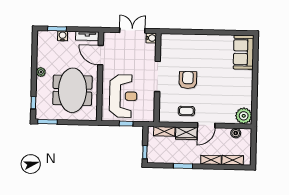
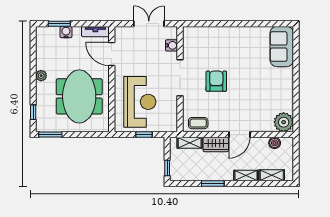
water cooler: (151, 38) -> (172, 45), moved
coffee table: (186, 111) -> (198, 123), moved

